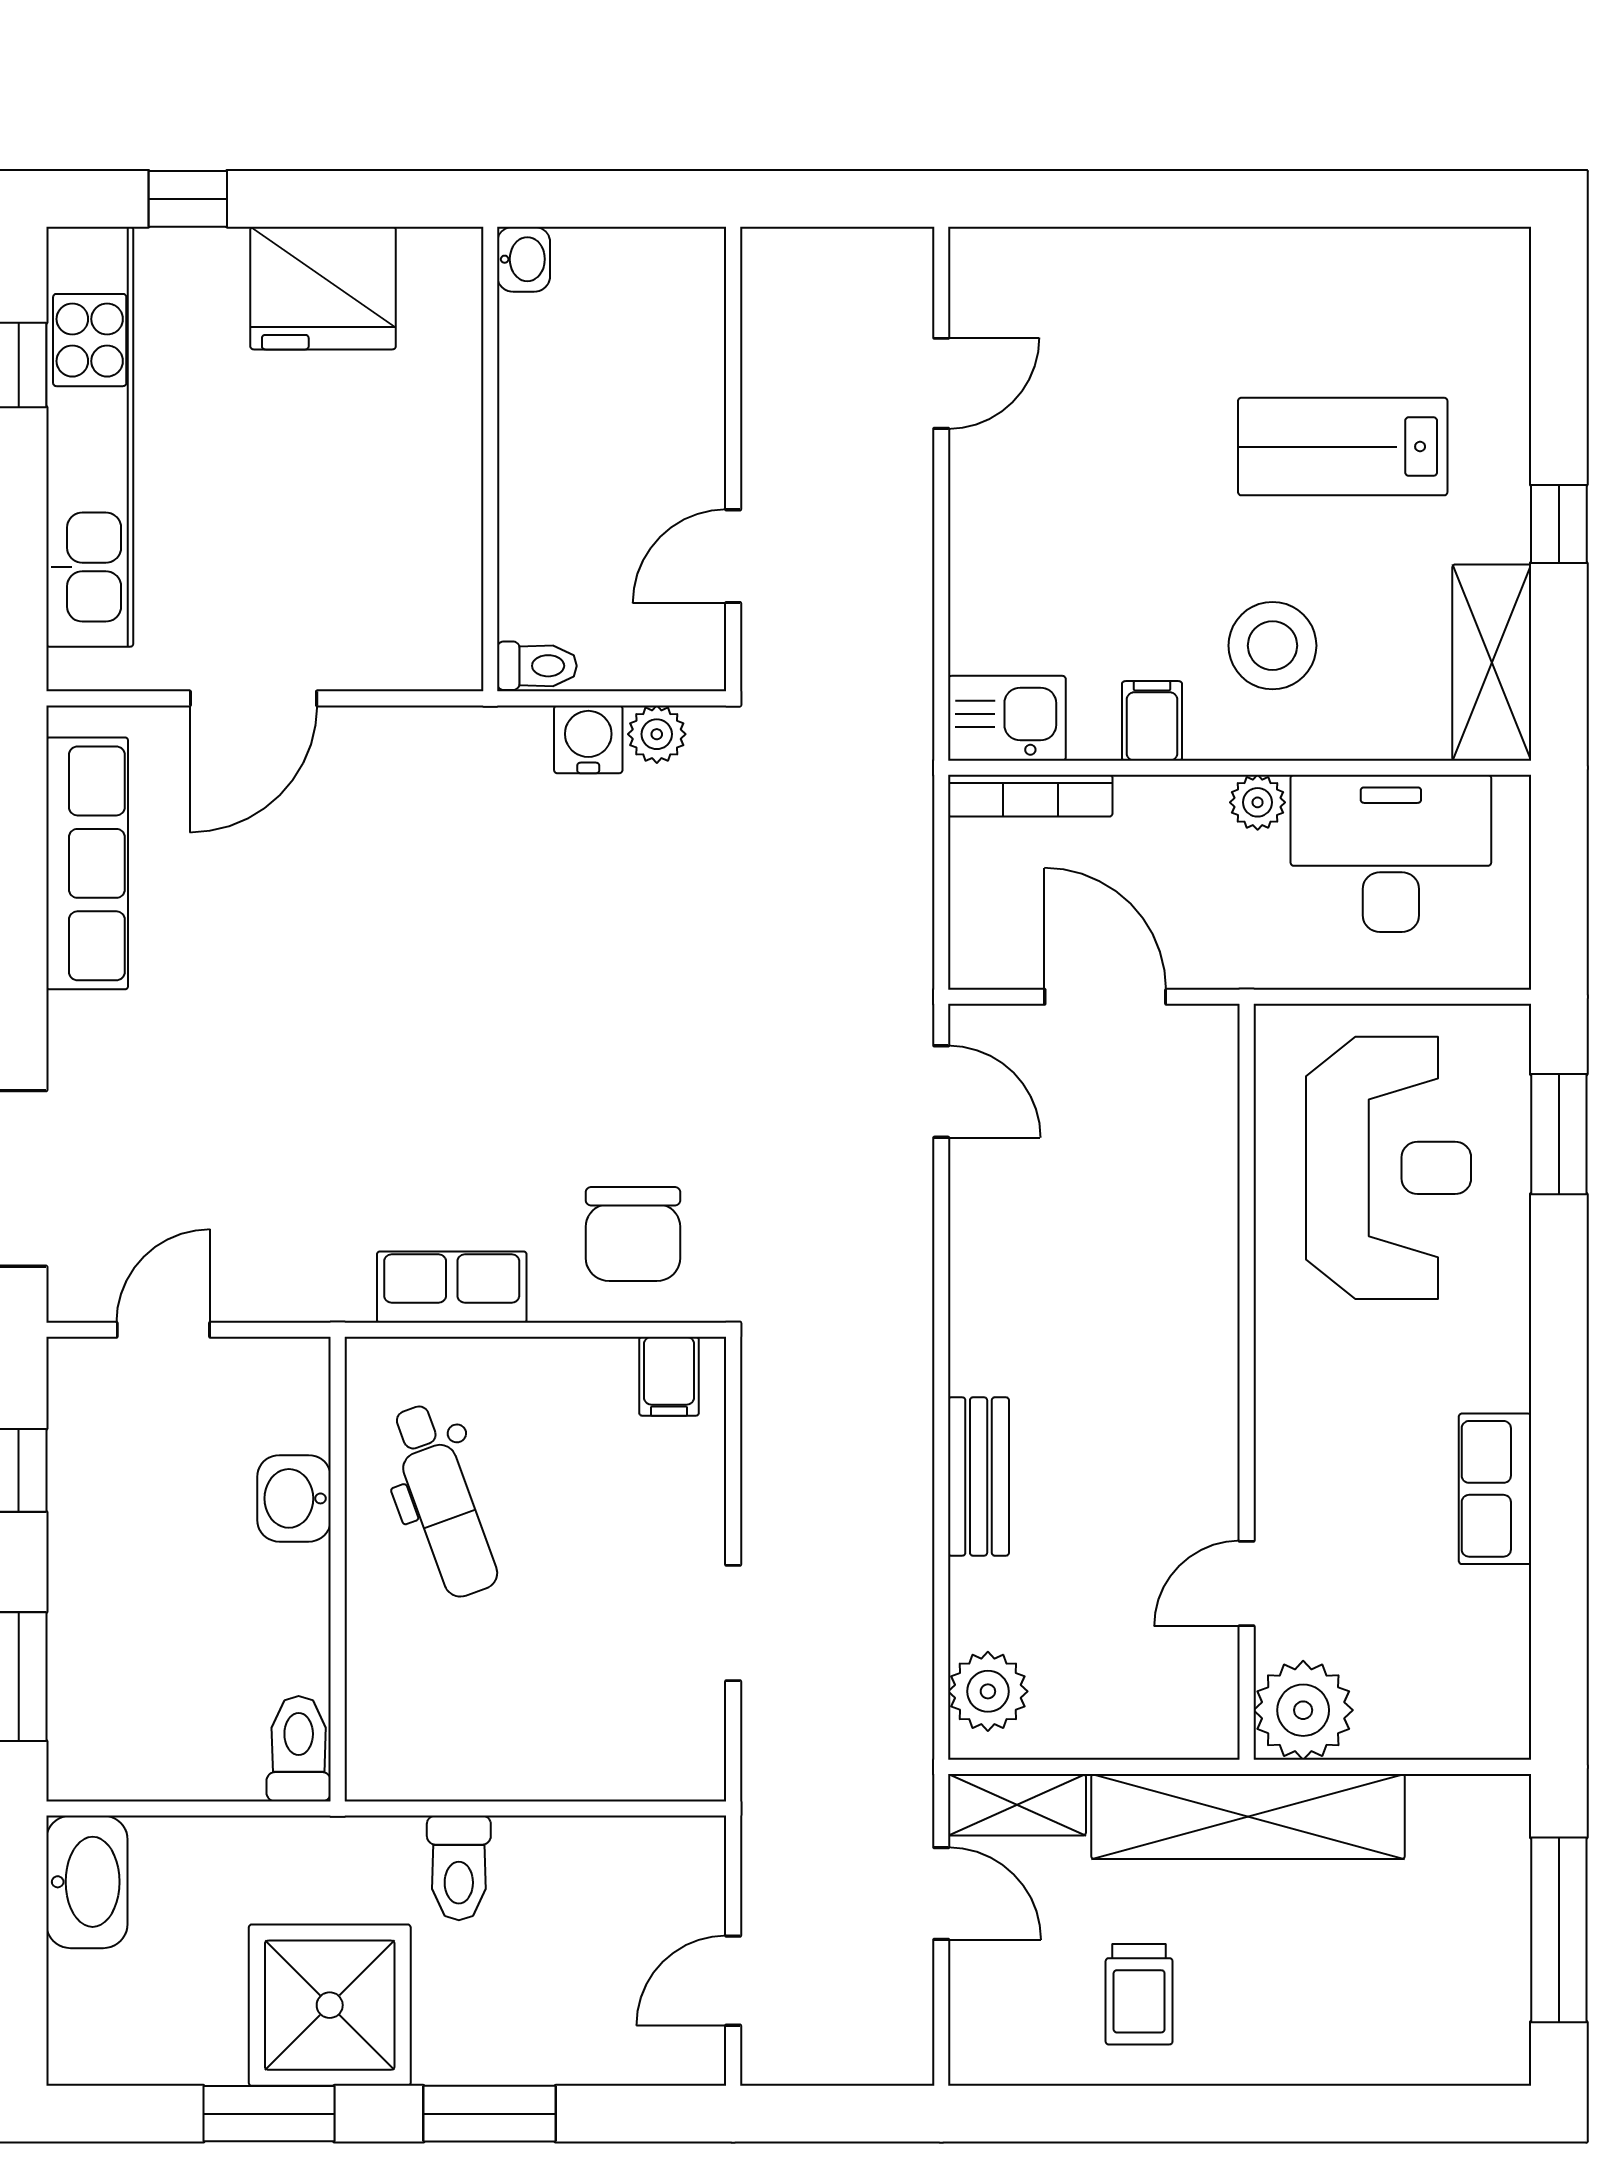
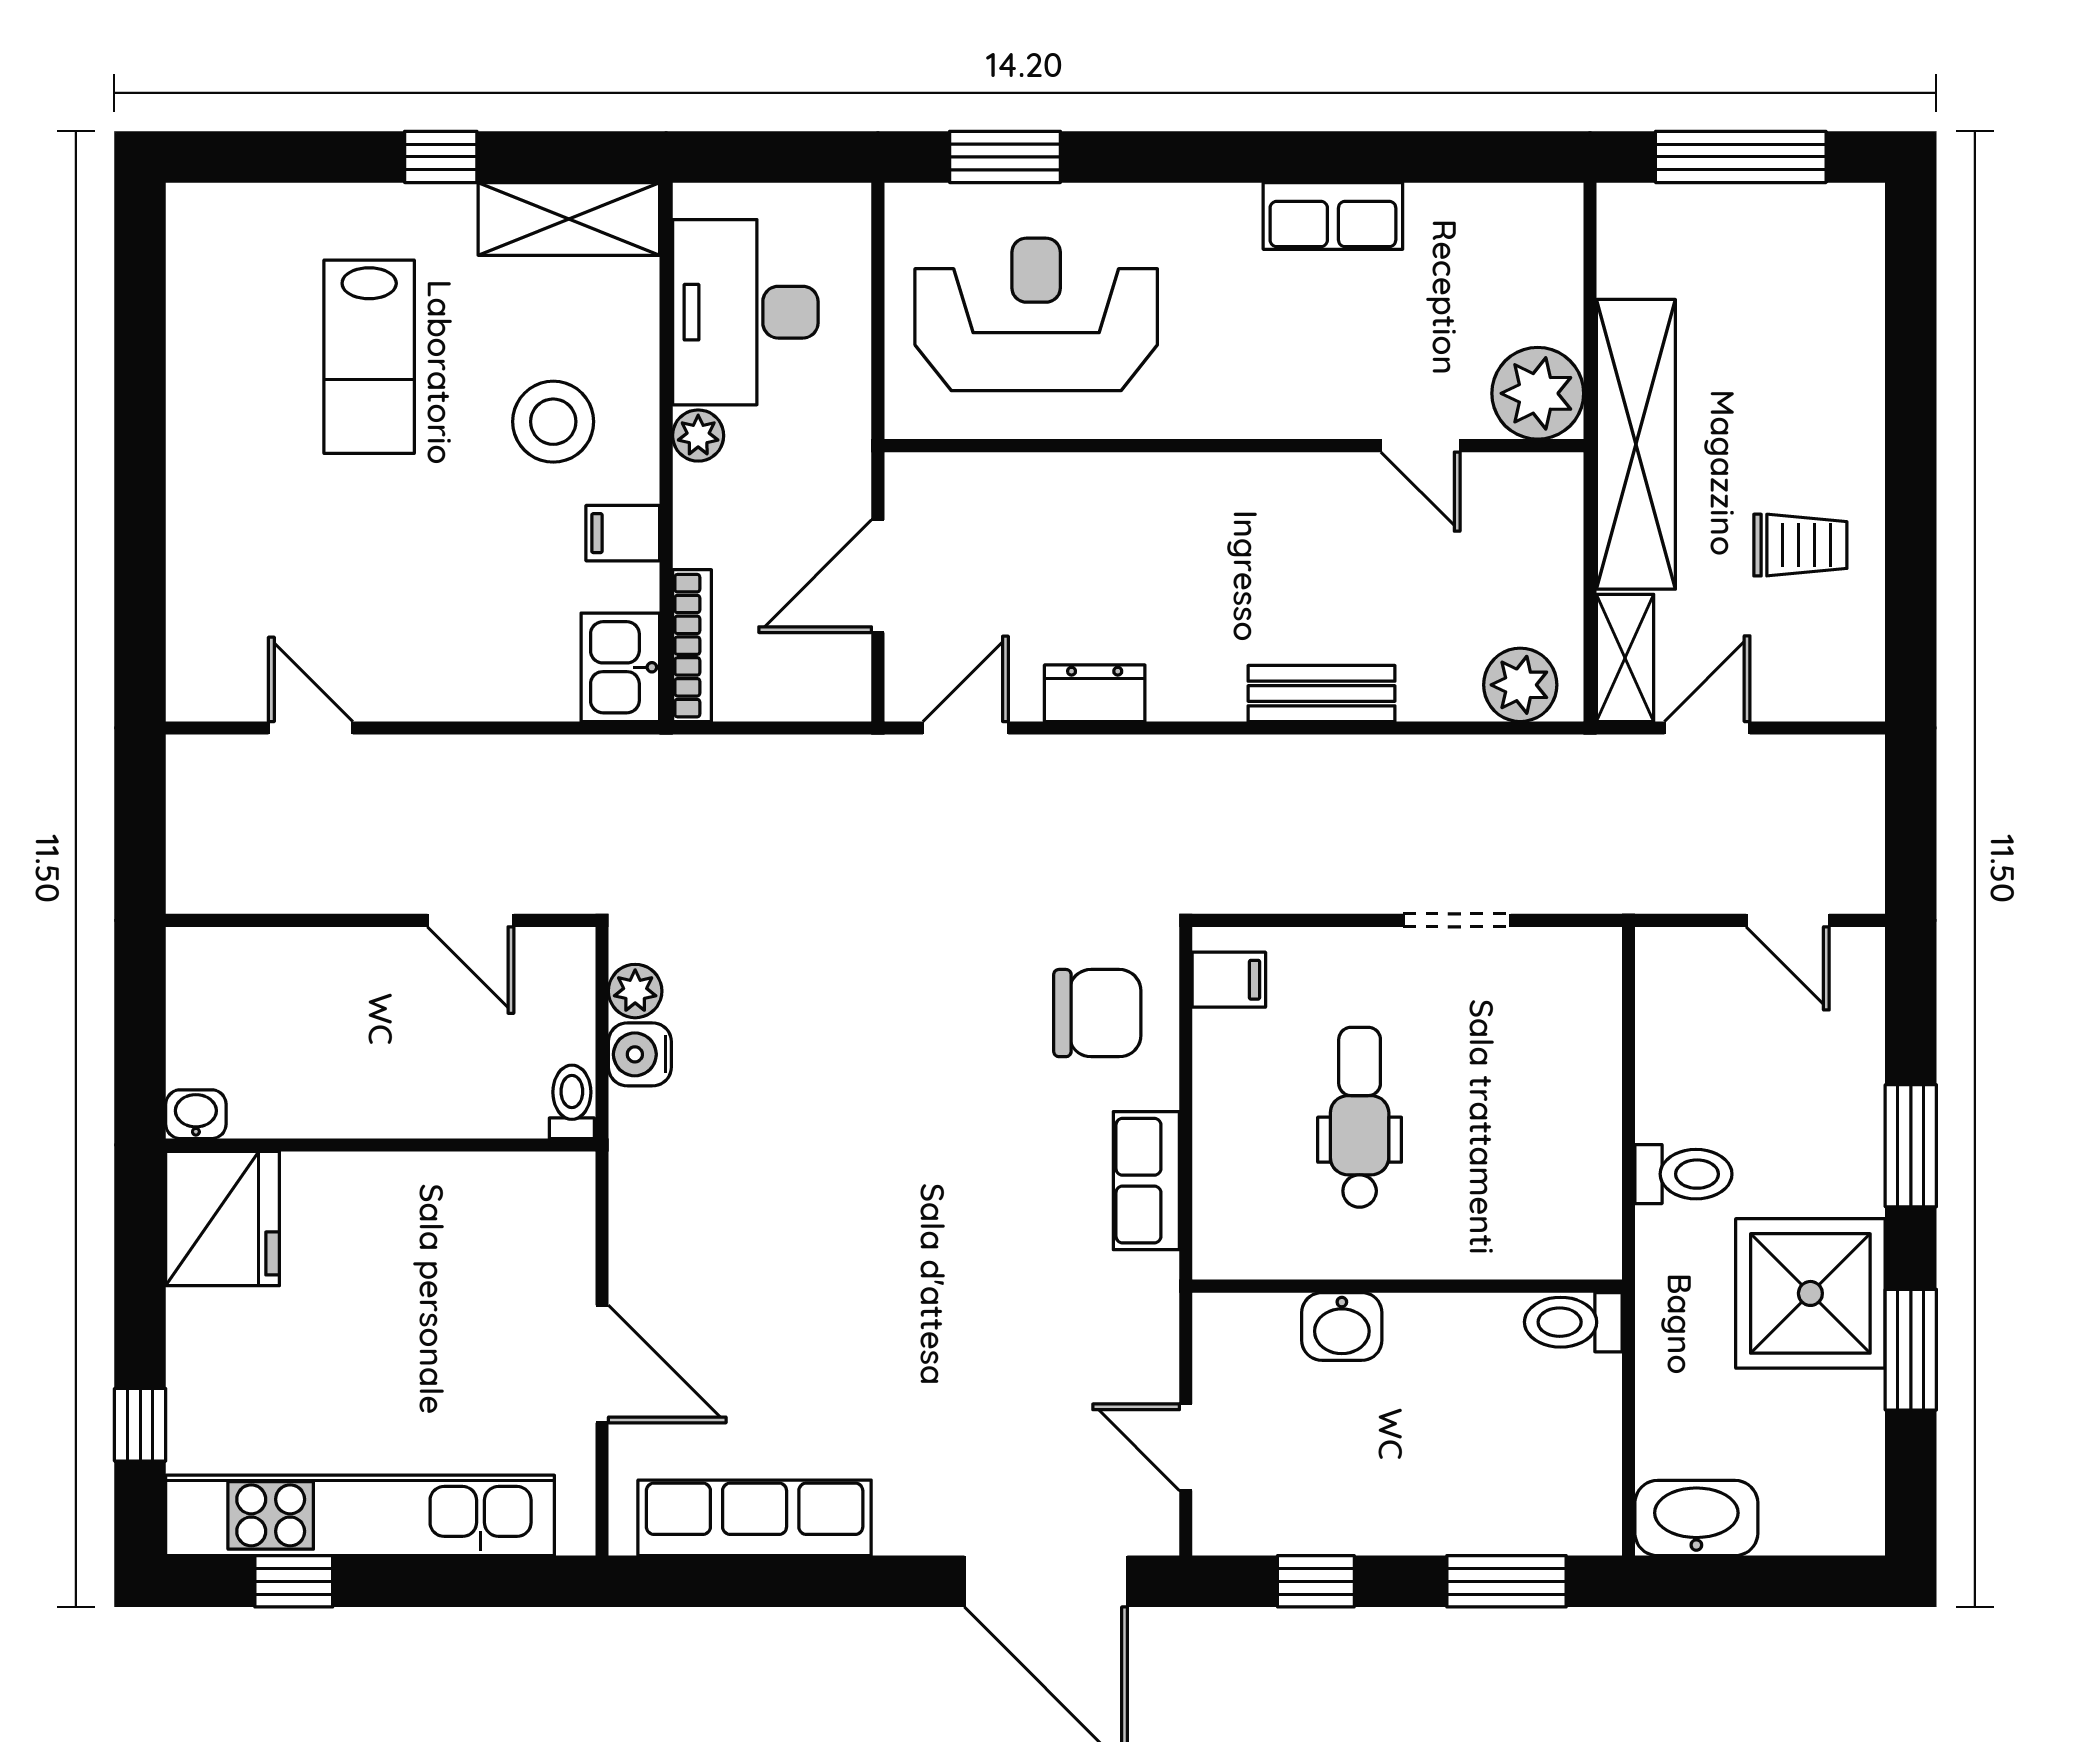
fridge: (323, 288) -> (223, 1218), moved
dresser: (979, 1231) -> (1095, 693), added
dental chair: (443, 1501) -> (1360, 1117), moved, turned -70

